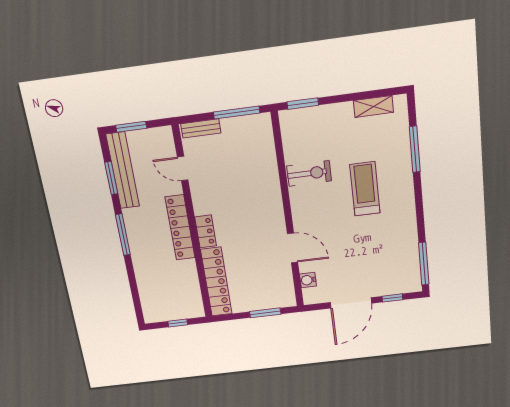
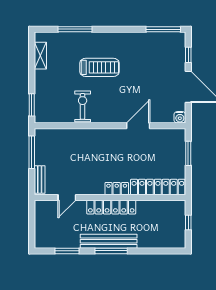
window: (131, 127) -> (32, 229), removed
bench: (123, 171) -> (109, 241), moved
treadmill: (365, 189) -> (99, 67), turned 180
water cooler: (308, 280) -> (180, 117), moved

